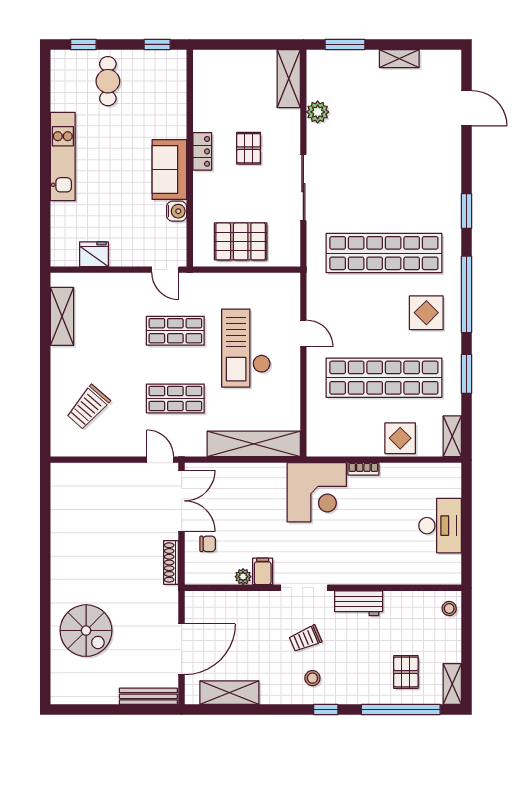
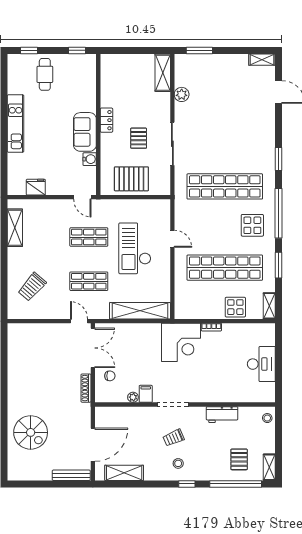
shelving: (399, 59) -> (262, 60), moved
pallet: (249, 148) -> (139, 138), moved
workbench: (359, 603) -> (222, 415), moved

